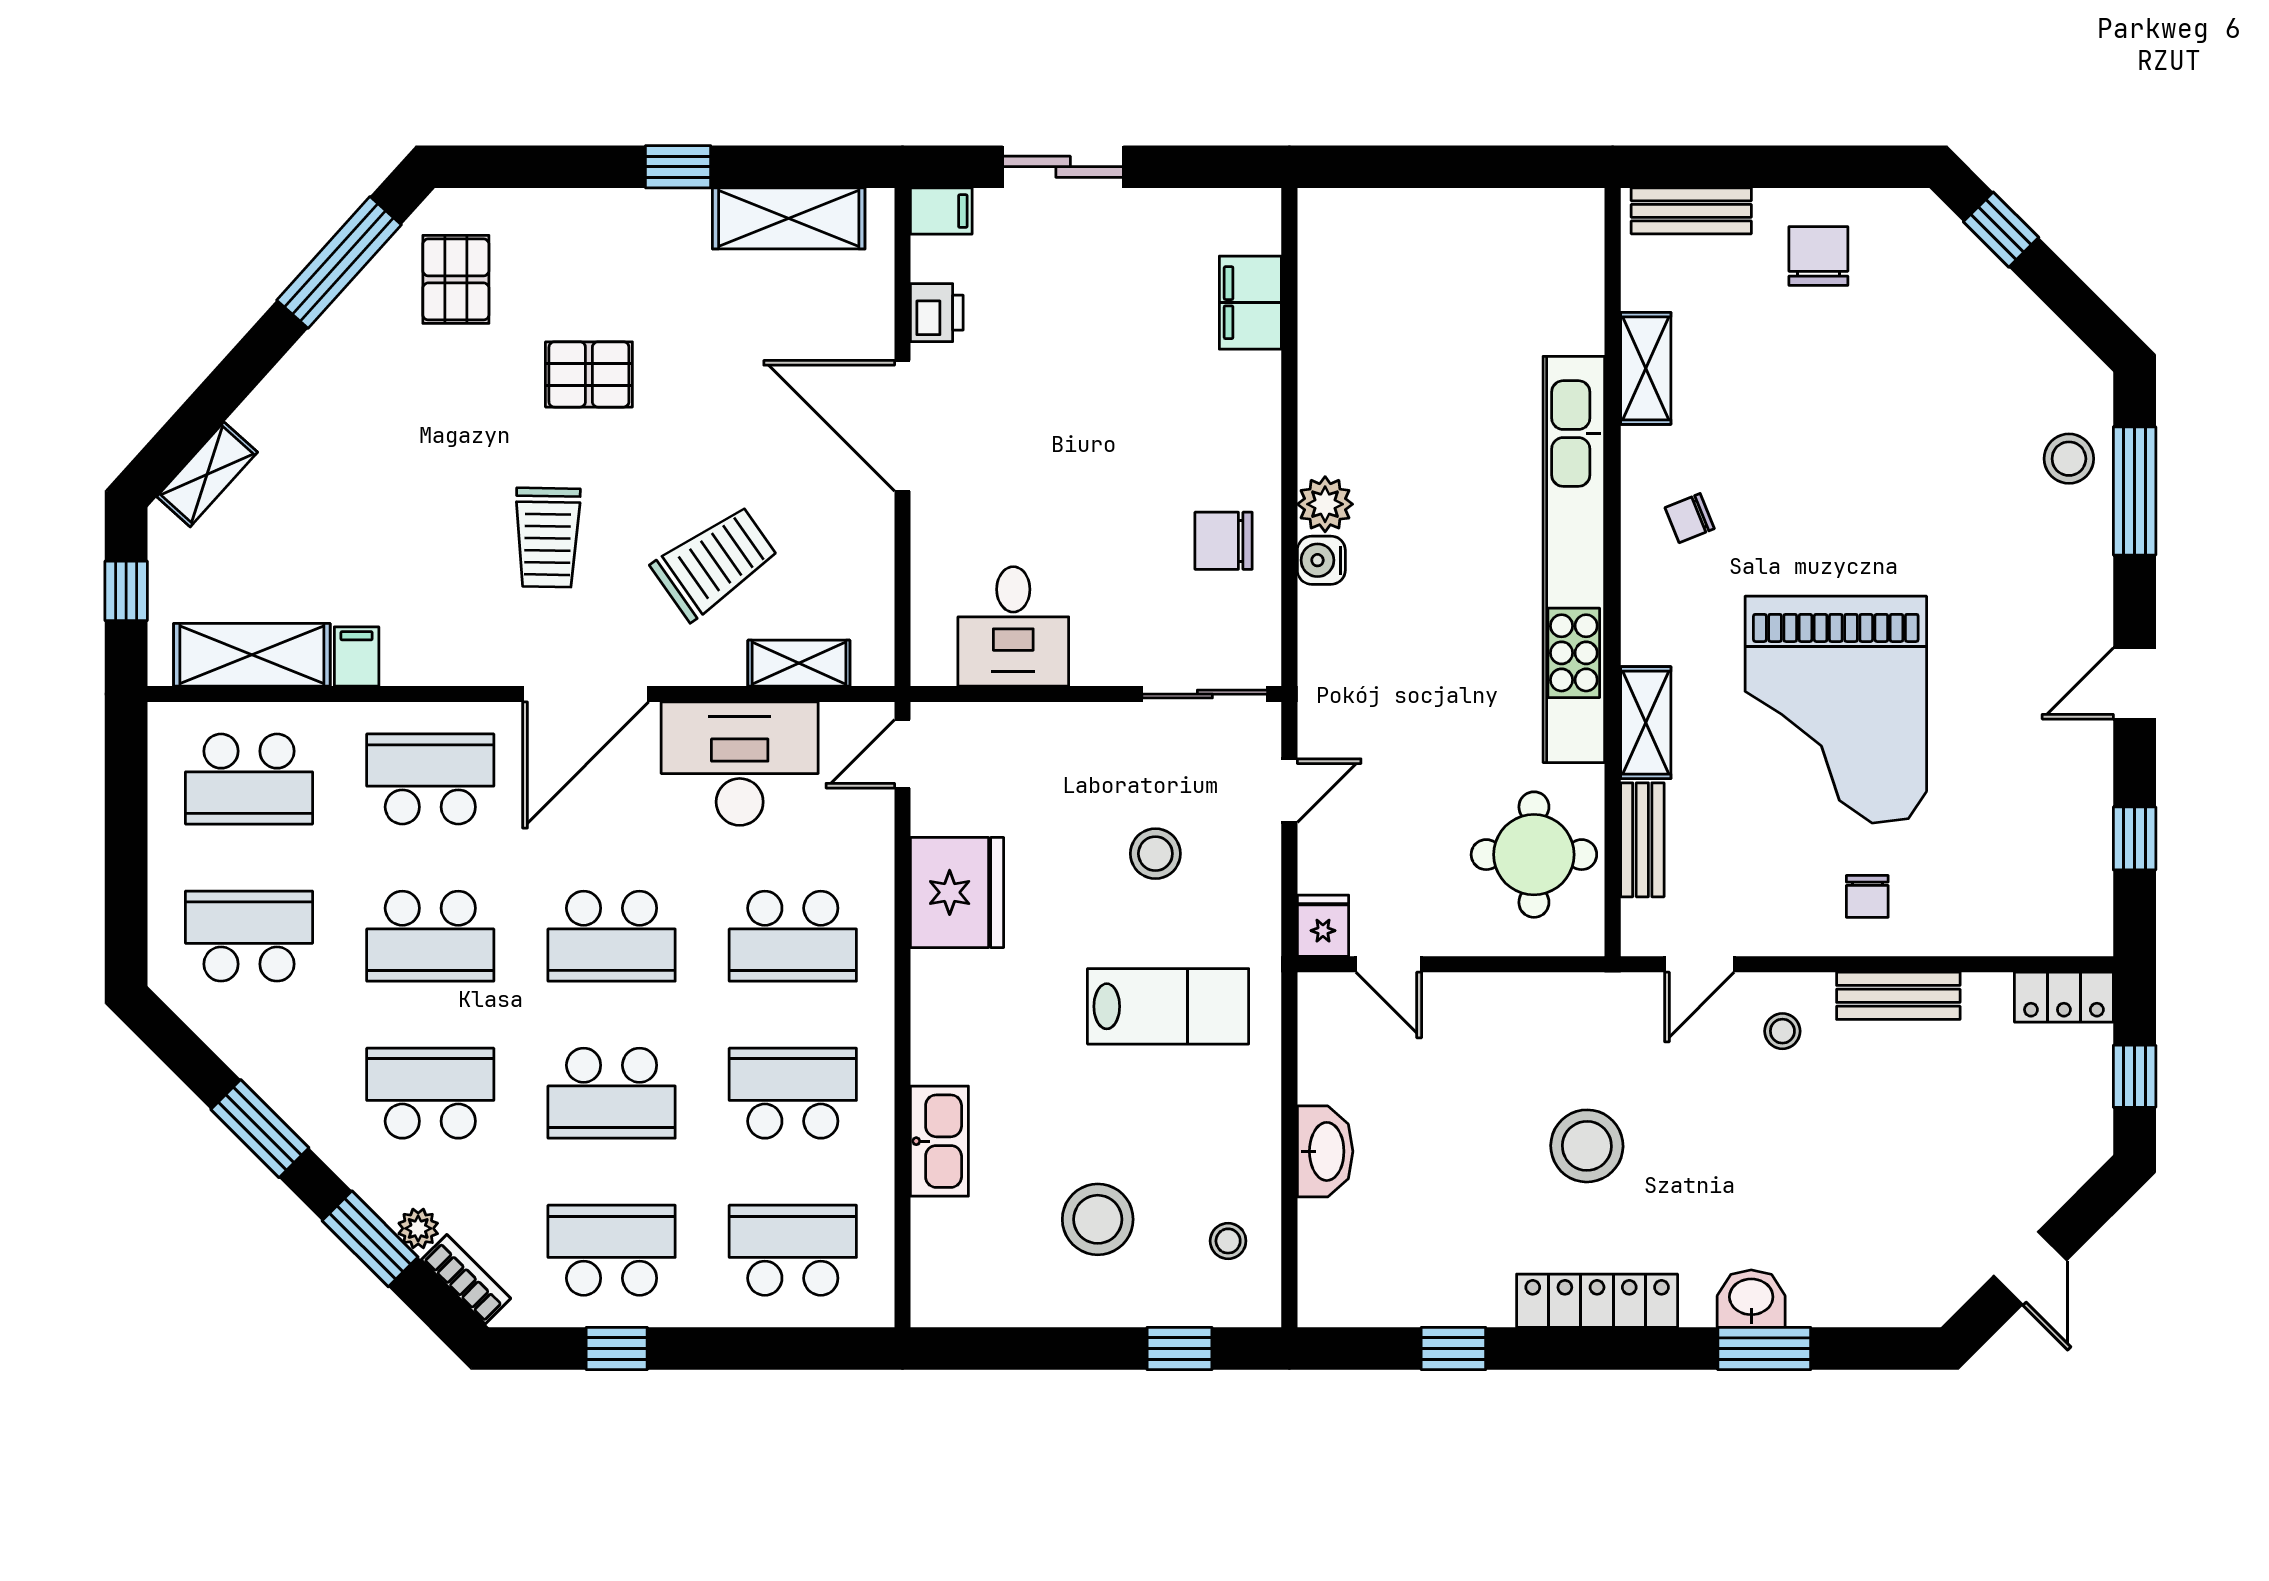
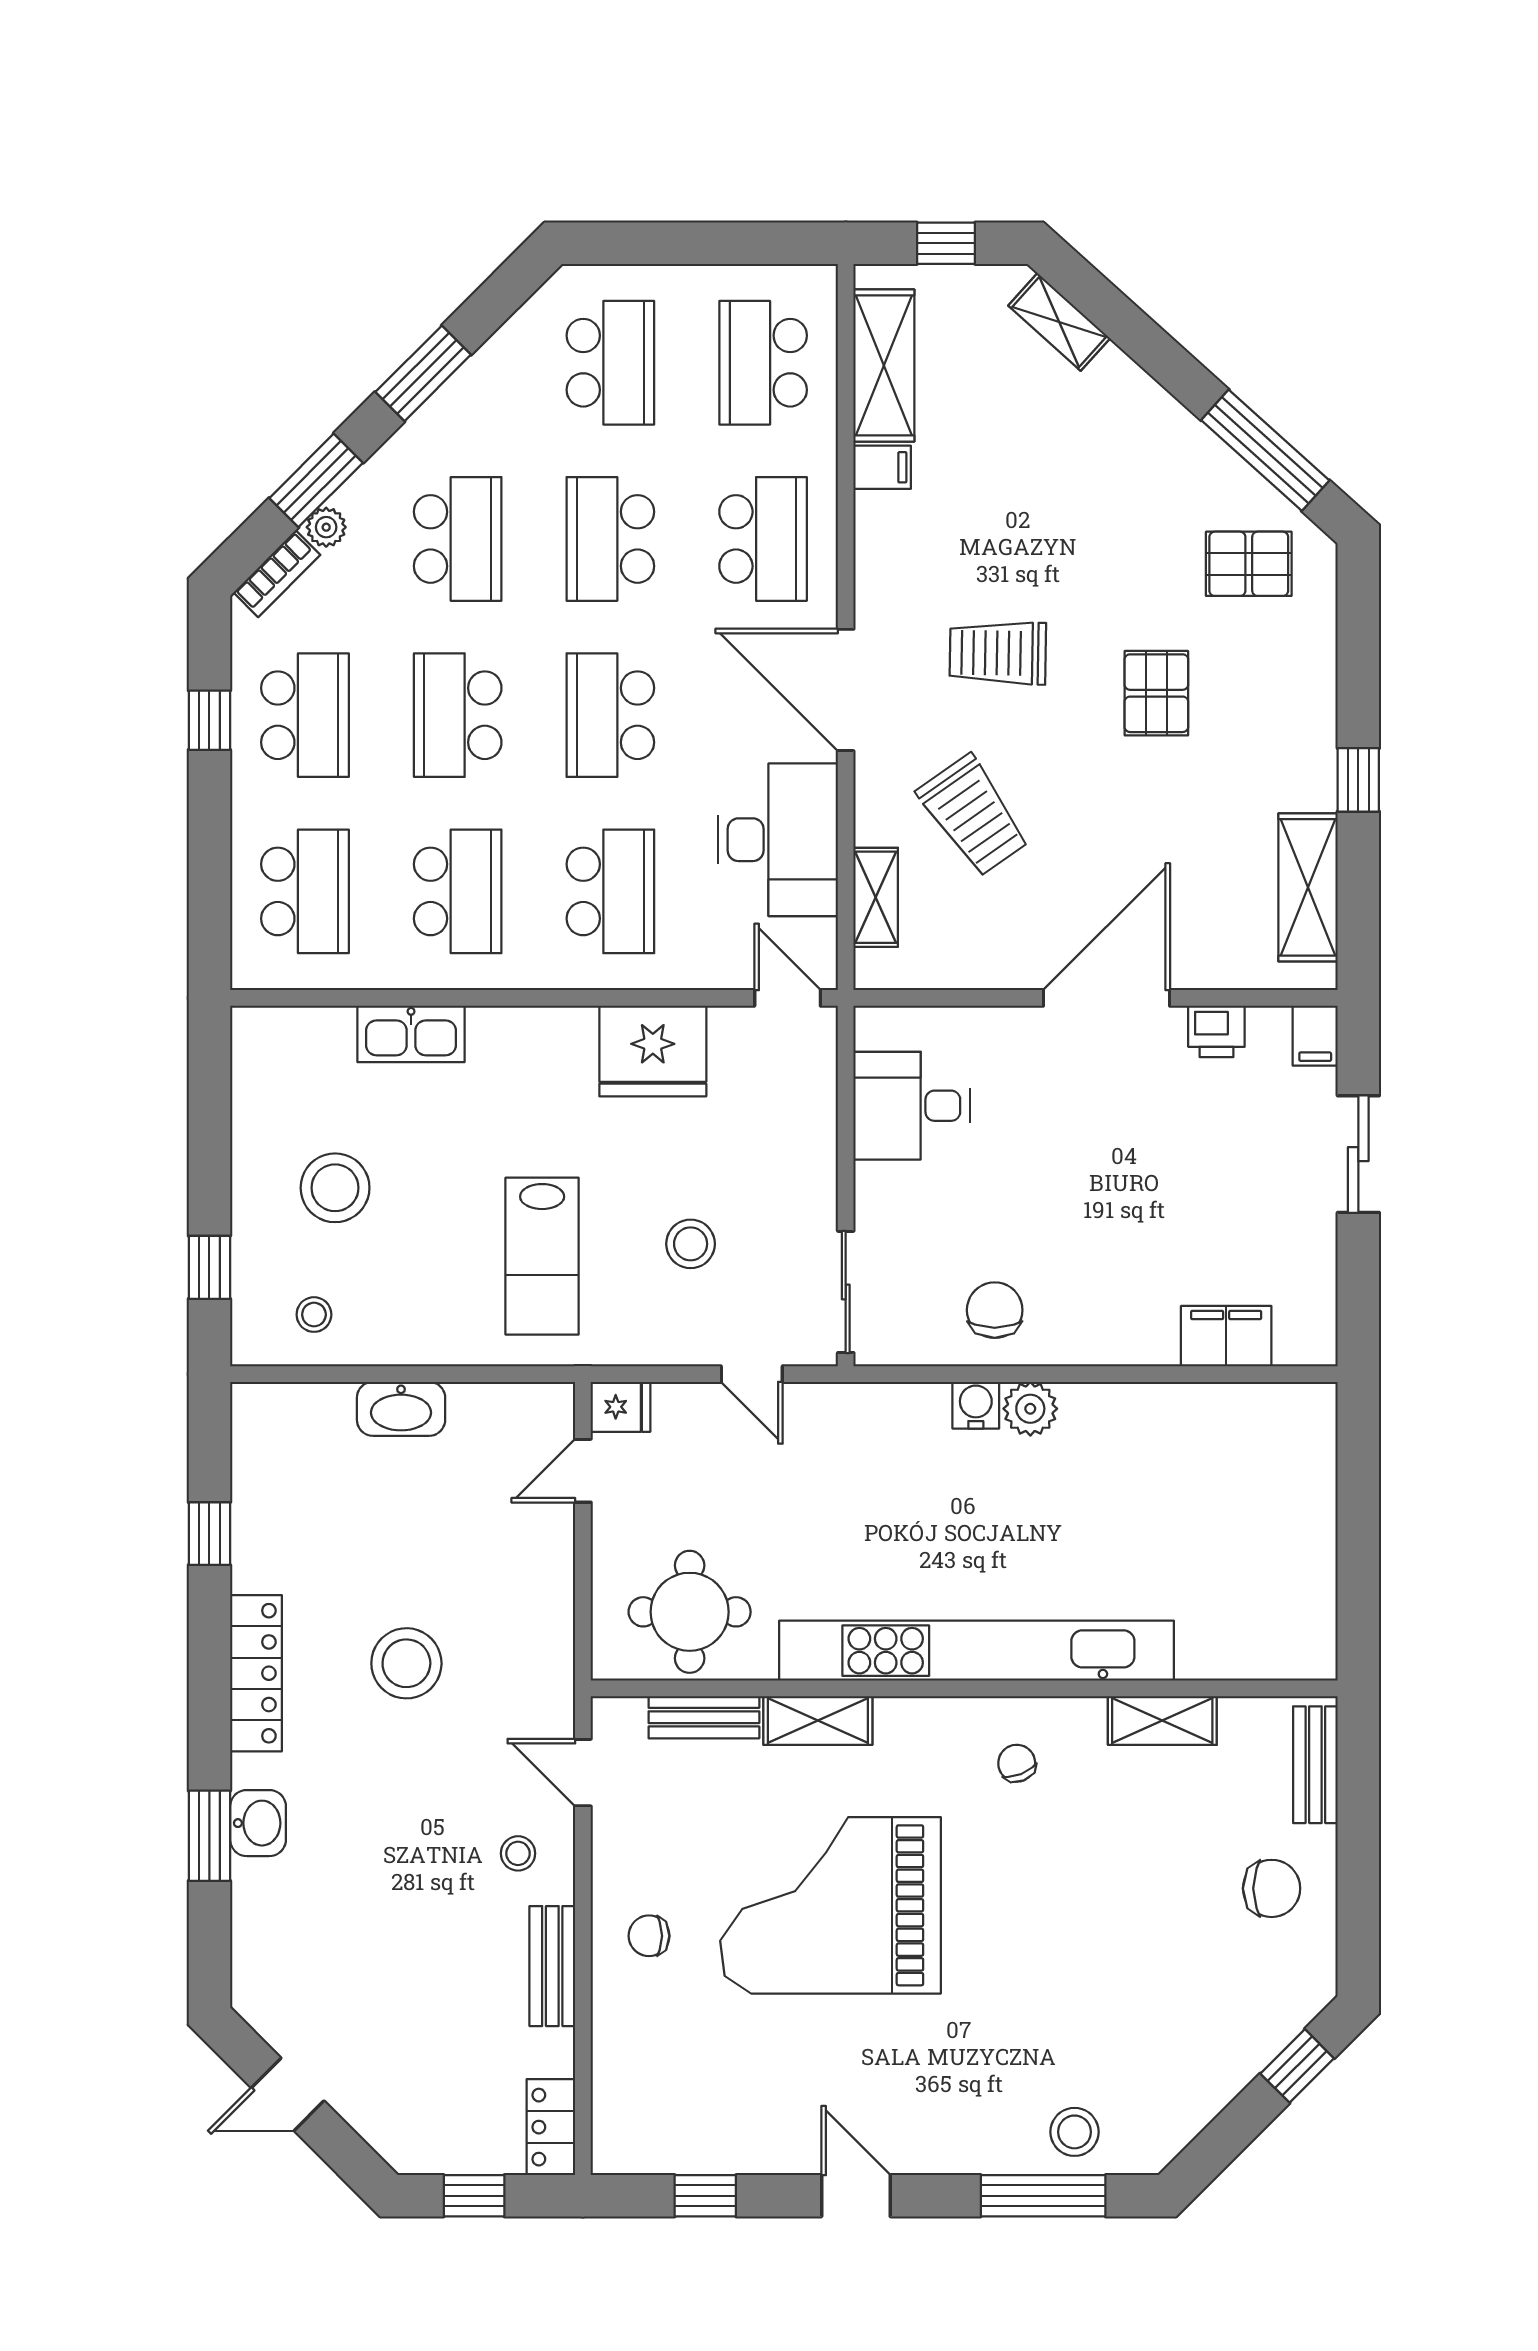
school desk: (793, 936) -> (610, 891), turned 180

